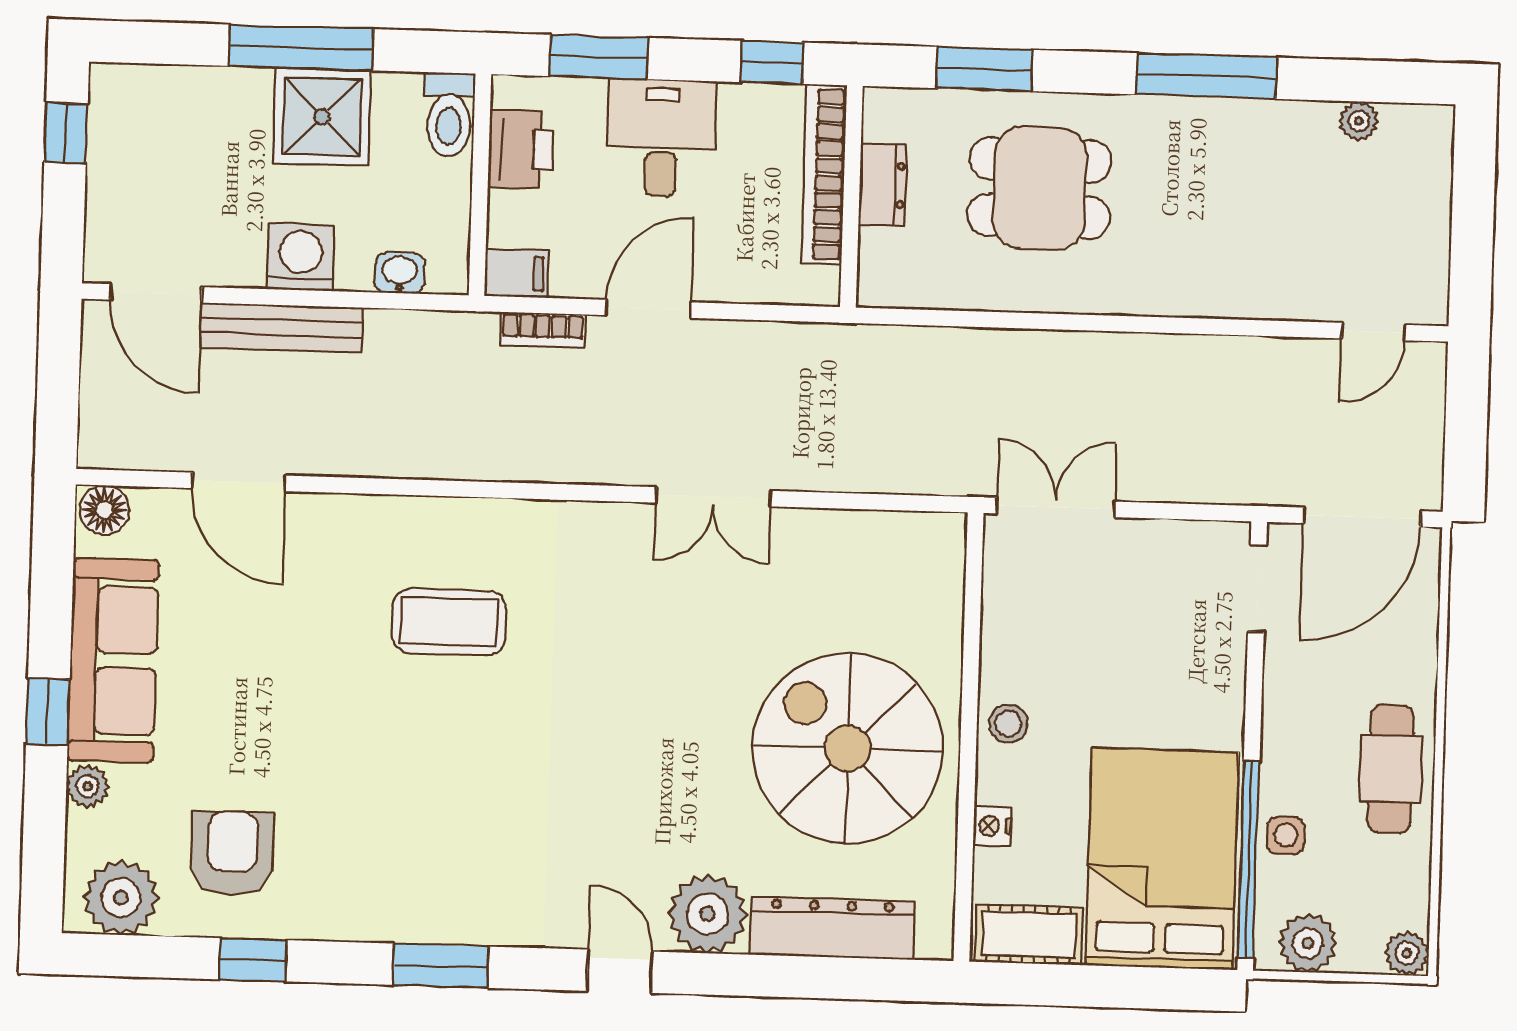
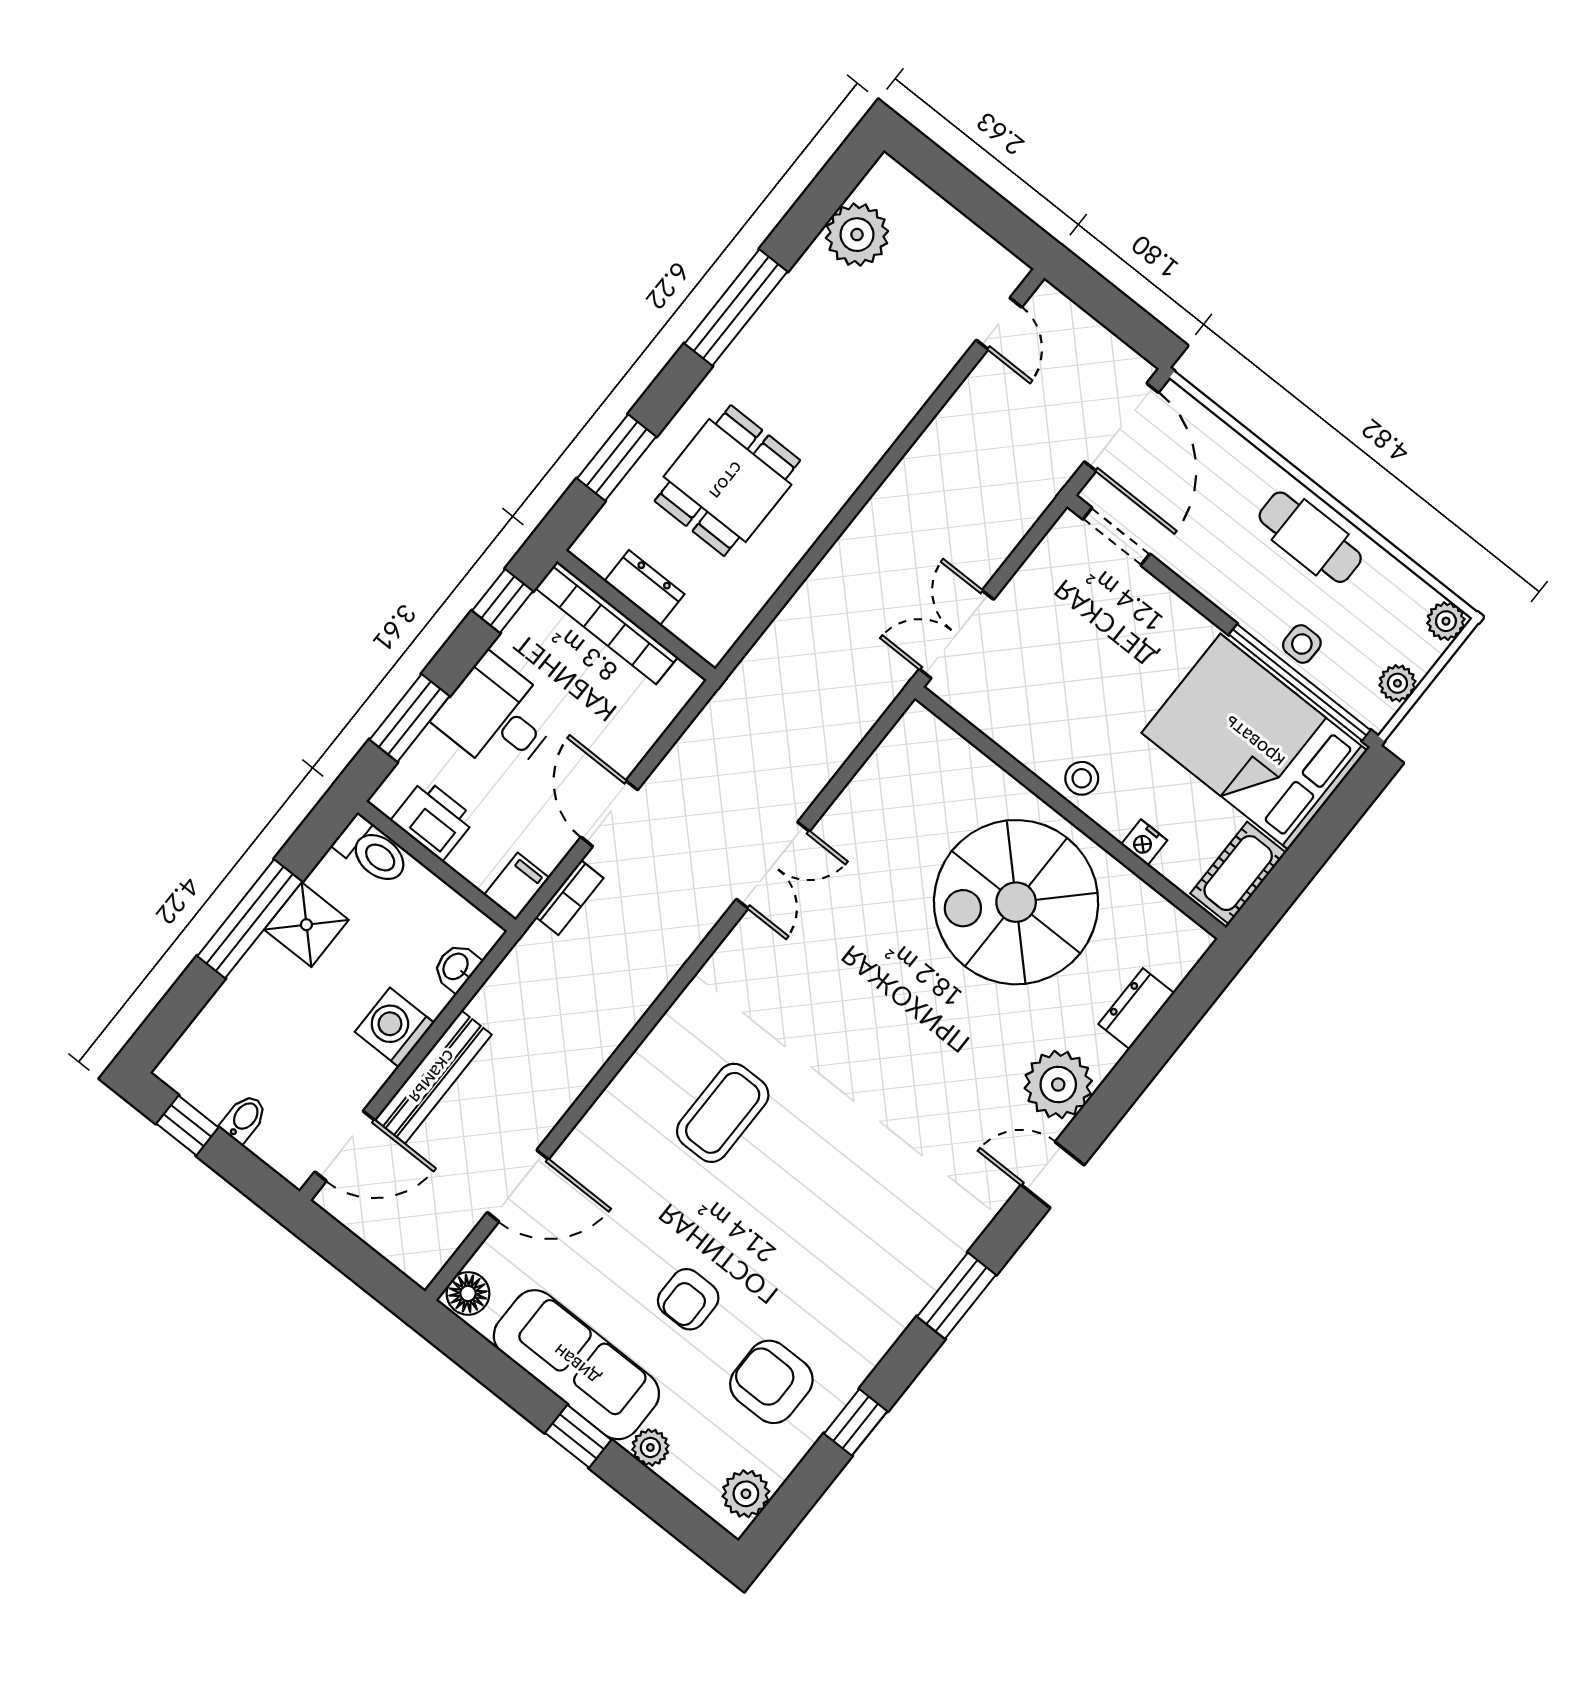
shower: (322, 117) -> (306, 925), width x0.73, depth x0.73
plant: (1359, 121) -> (857, 235), width x1.88, depth x1.88
bidet: (112, 180) -> (244, 1119), added
armchair: (251, 719) -> (688, 1299), added
plant: (121, 897) -> (746, 1494), width x0.73, depth x0.73
dresser: (832, 928) -> (1136, 1009), width x0.51, depth x0.80
plant: (1308, 943) -> (1397, 683), width x0.73, depth x0.73

